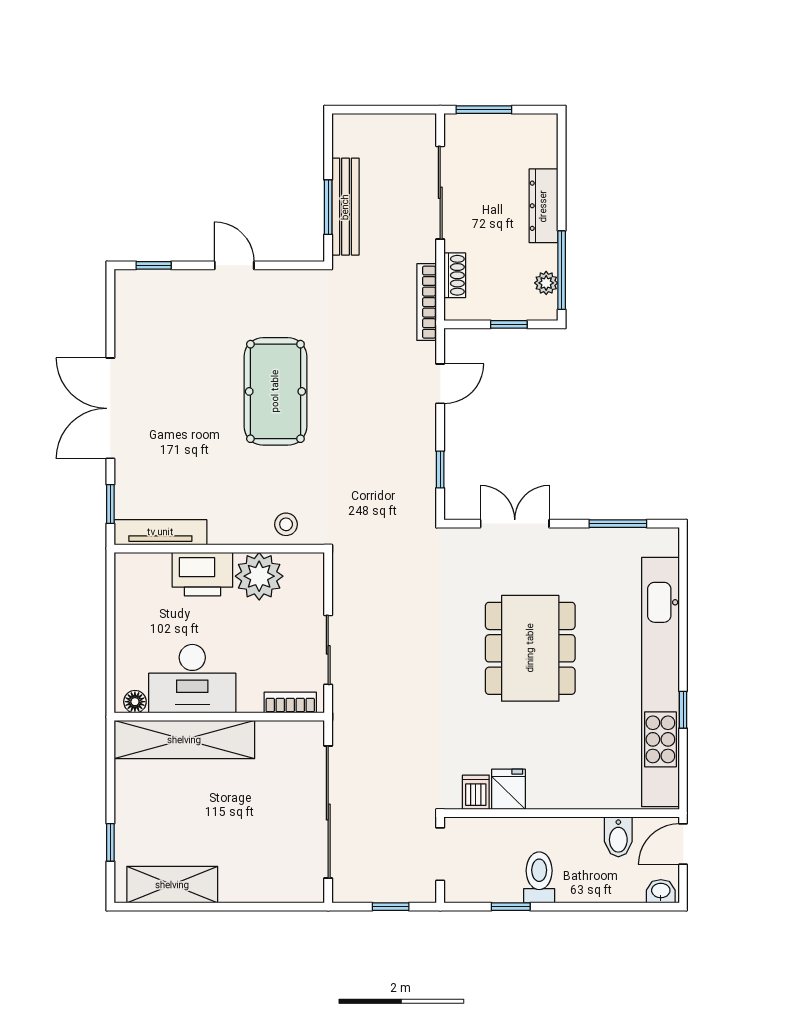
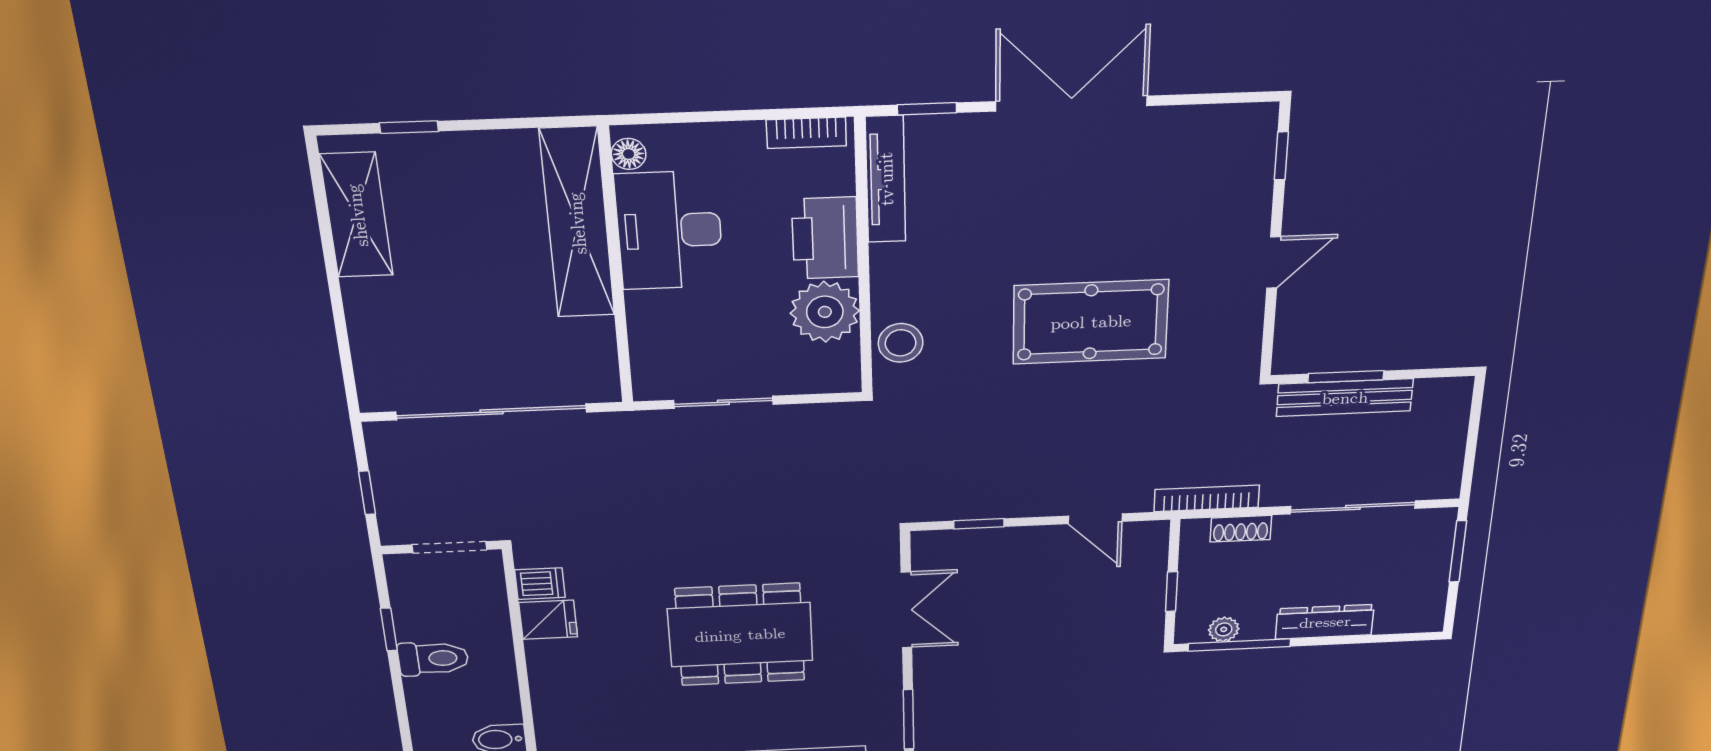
stool: (286, 524) -> (901, 343), width x1.37, depth x1.37
bookcase: (290, 703) -> (806, 133), moved, turned 90

